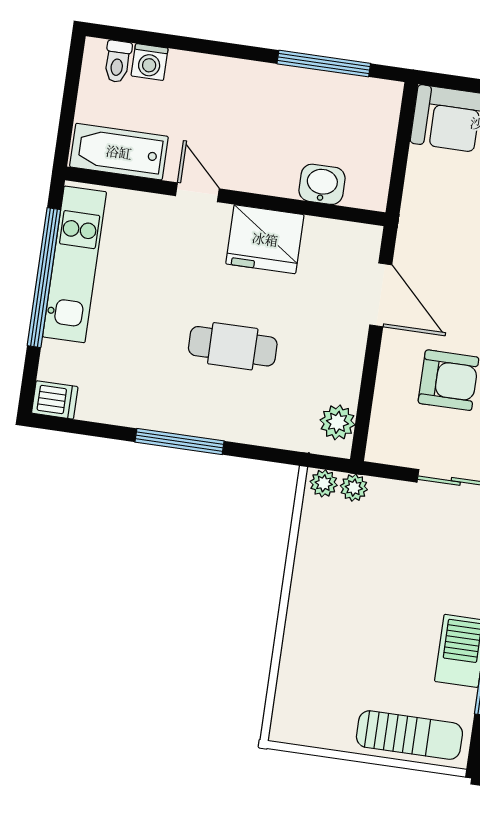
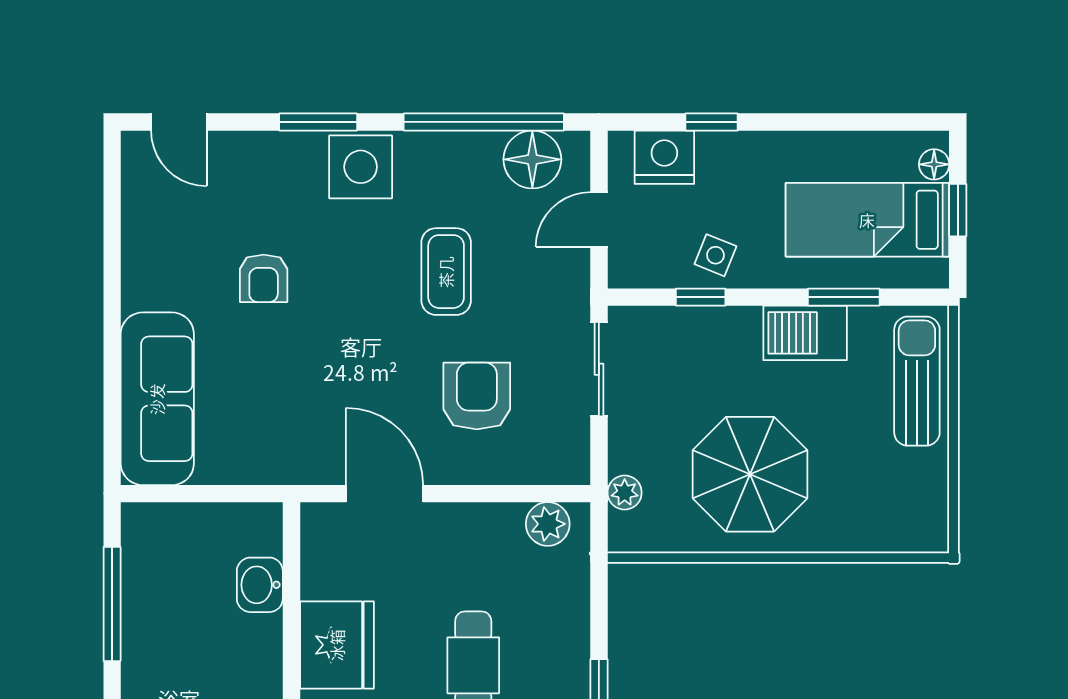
door: (381, 295) -> (385, 494), hinge flipped
plant: (324, 483) -> (625, 530), removed
parasol: (354, 590) -> (750, 474), added

